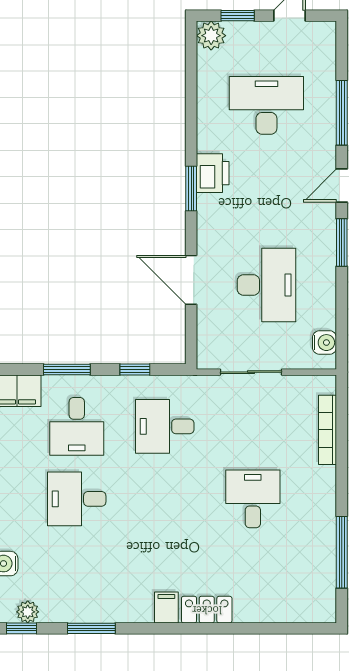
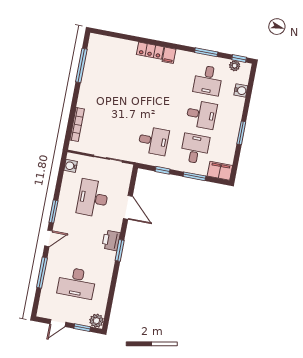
printer: (213, 173) -> (111, 240), moved
desk: (253, 499) -> (208, 80), moved

